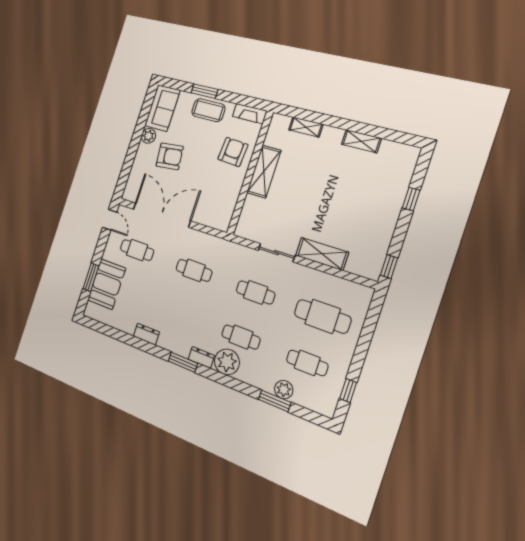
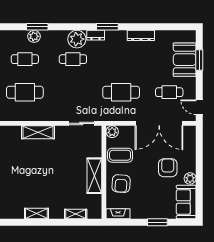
coffee table: (208, 110) -> (120, 155), moved
armchair: (170, 156) -> (168, 168), turned 96
plant: (222, 223) -> (112, 132), added
sliding door: (277, 253) -> (81, 123), moved
cafe table: (194, 270) -> (121, 92), width x1.37, depth x1.35
cafe table: (256, 292) -> (73, 92), removed
dresser: (146, 334) -> (141, 35), width x1.44

